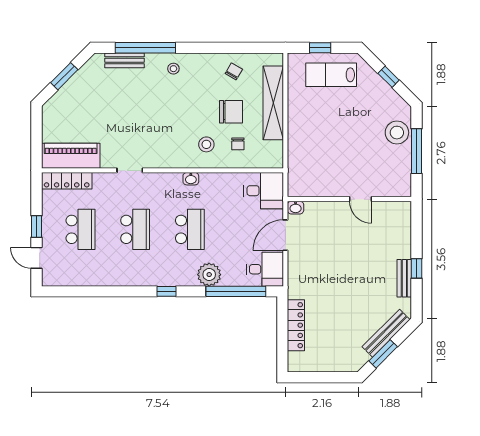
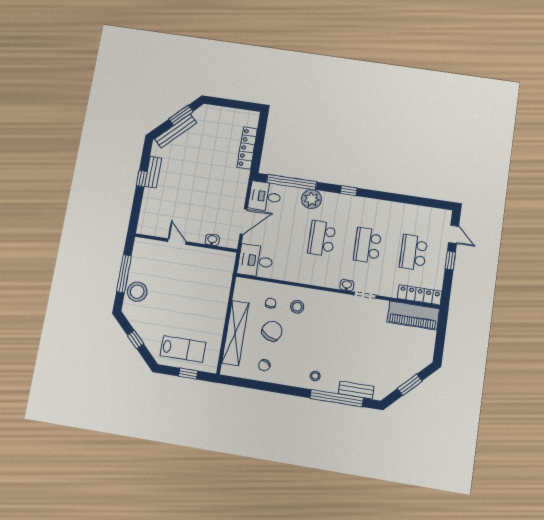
chair: (231, 112) -> (272, 331), turned 115
washbasin: (191, 179) -> (347, 285), moved
washbasin: (296, 208) -> (212, 240), moved

